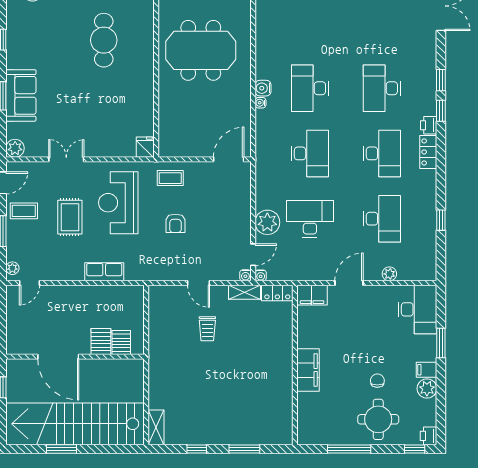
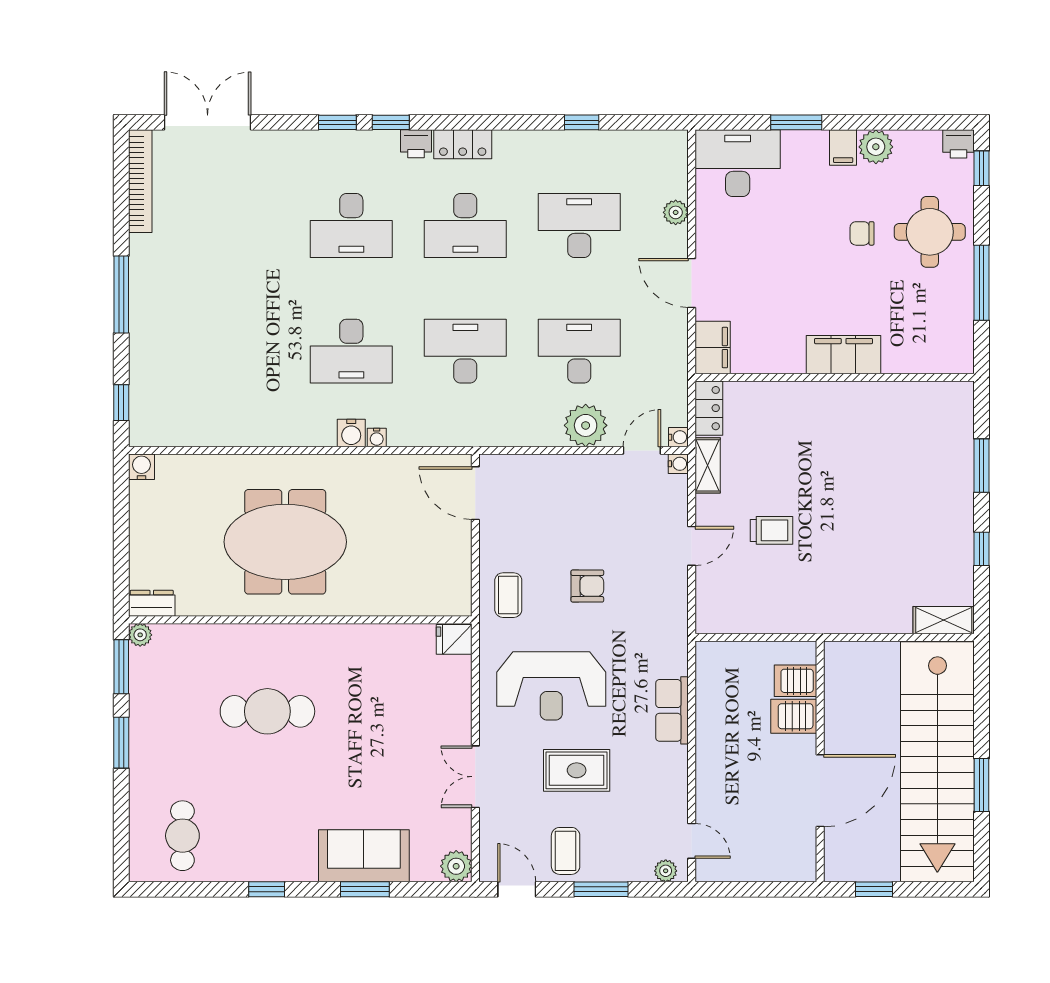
meeting table: (201, 50) -> (285, 542), turned 90
desk: (382, 153) -> (465, 225), turned 180
desk: (310, 219) -> (579, 351), turned 90
door: (253, 255) -> (642, 450), hinge flipped

